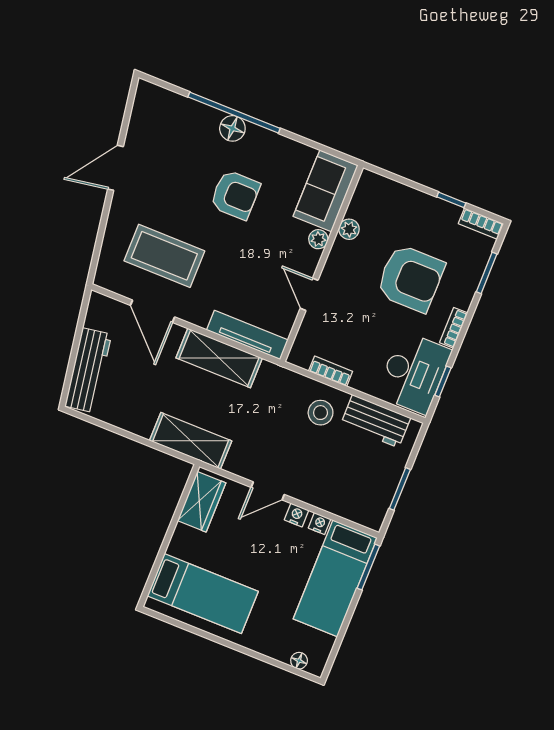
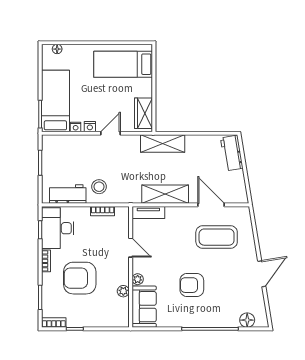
floor lamp: (232, 128) -> (247, 320), moved
tv unit: (247, 335) -> (148, 213), width x0.71
workbench: (88, 370) -> (232, 153), width x0.73

